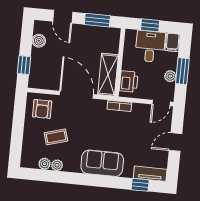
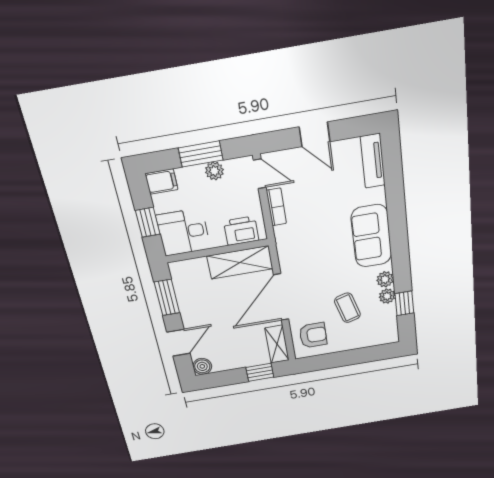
boiler: (39, 41) -> (202, 366), moved
desk: (150, 46) -> (183, 232), moved
shelving: (42, 83) -> (277, 344), added
bookcase: (119, 106) -> (276, 207), moved
plant: (44, 164) -> (385, 279), moved
window: (140, 185) -> (404, 303), moved

